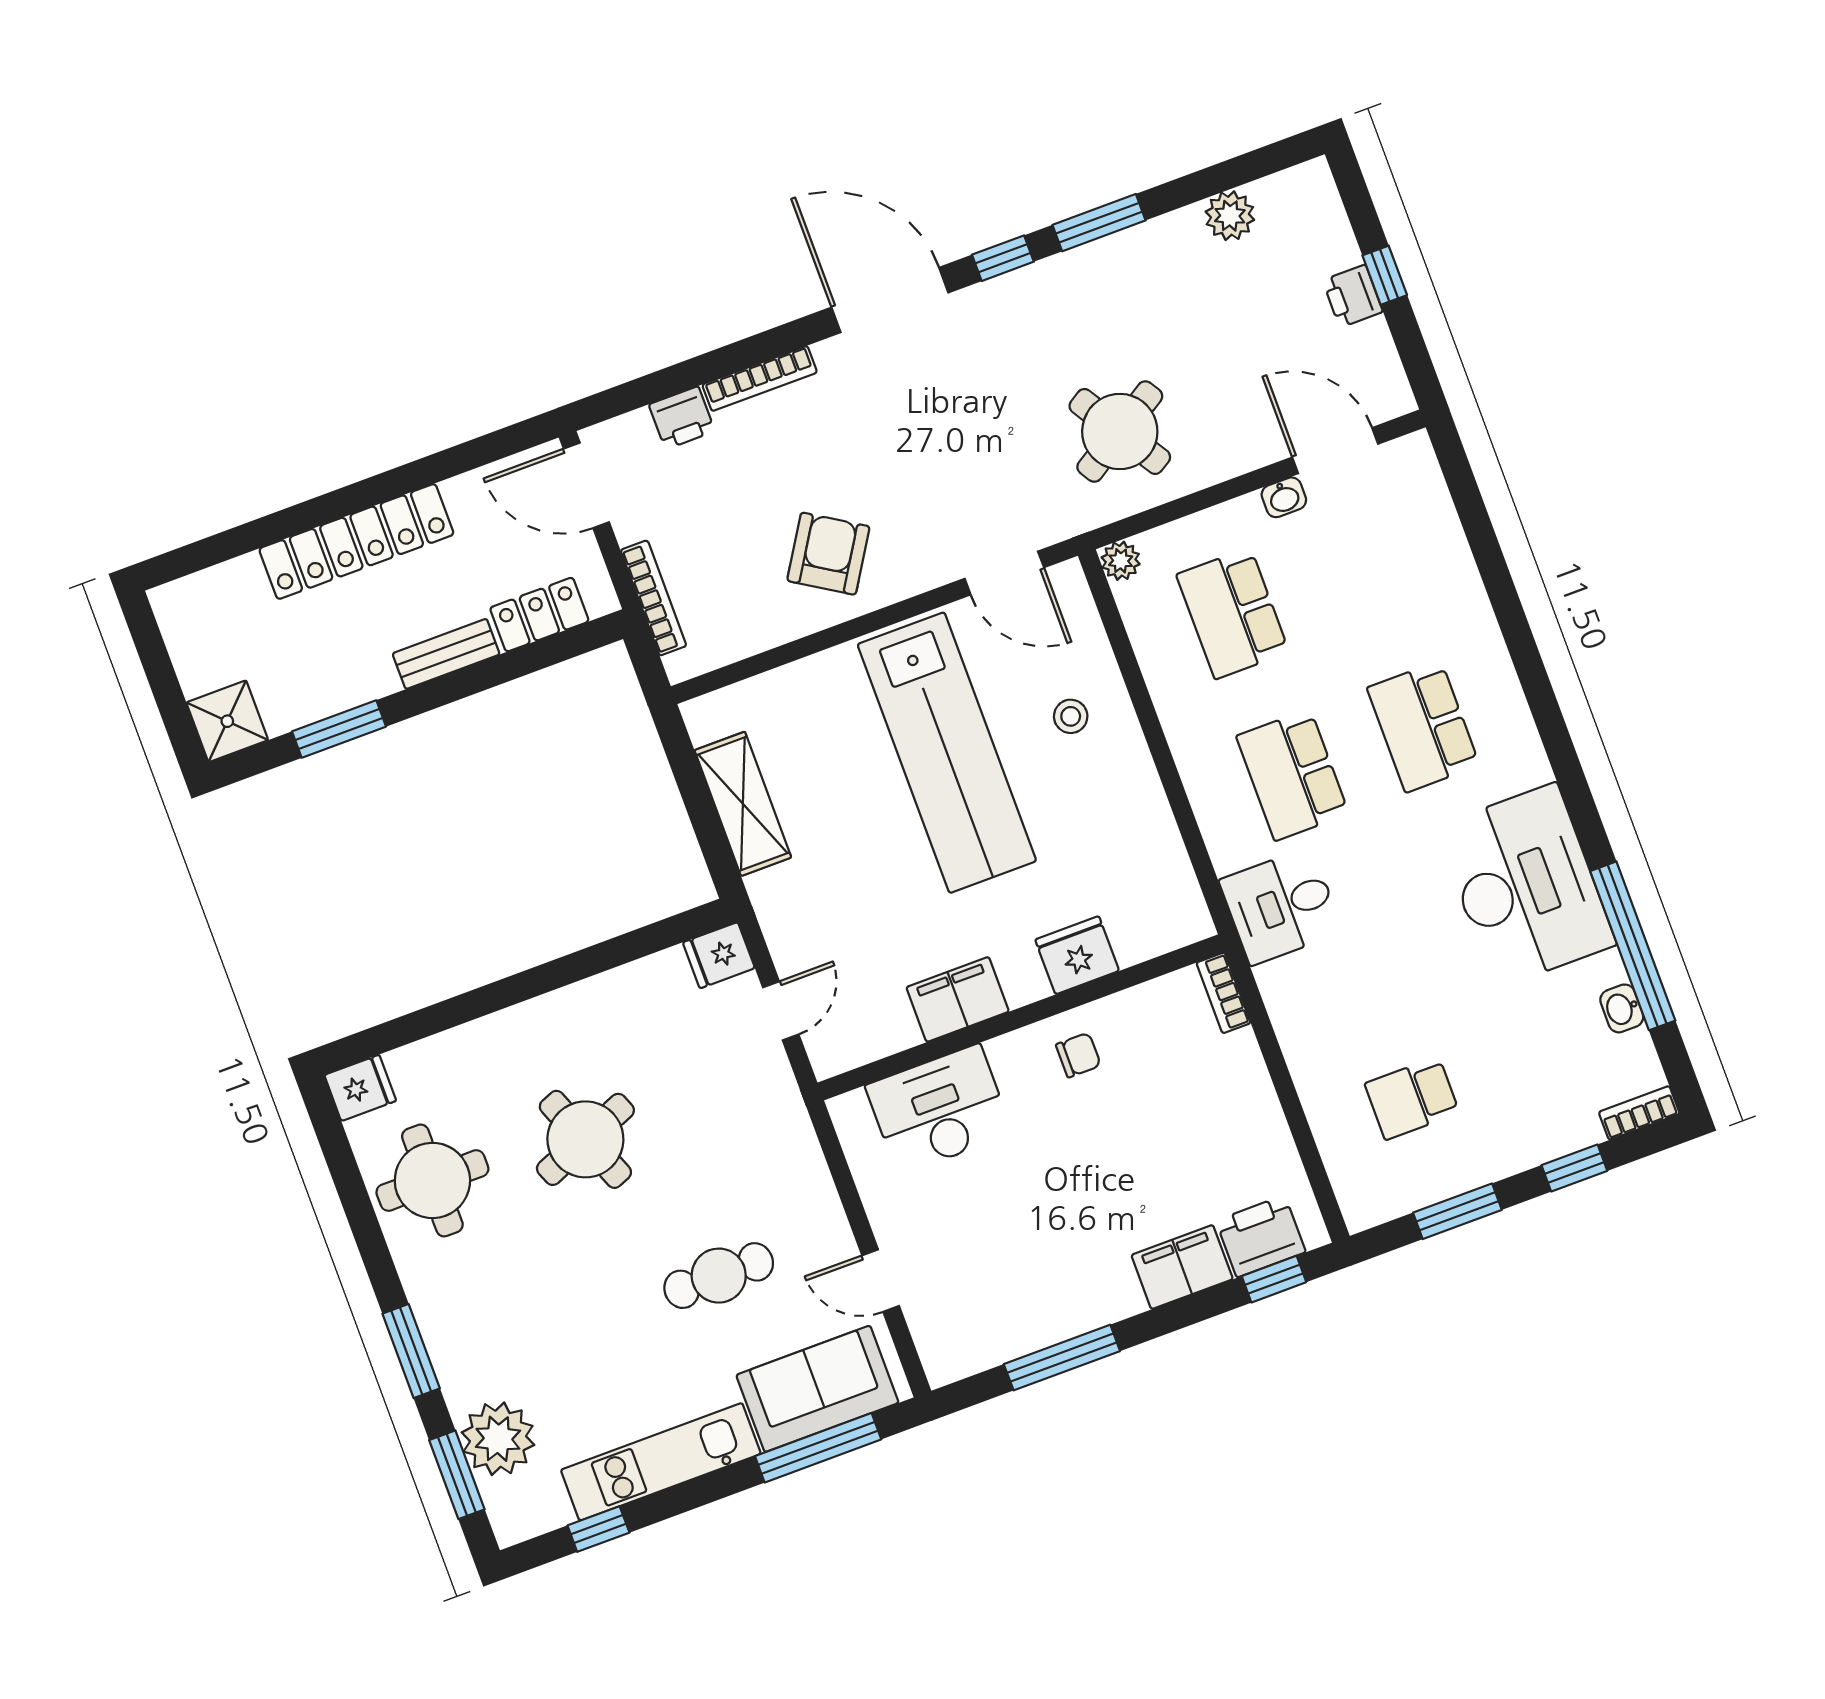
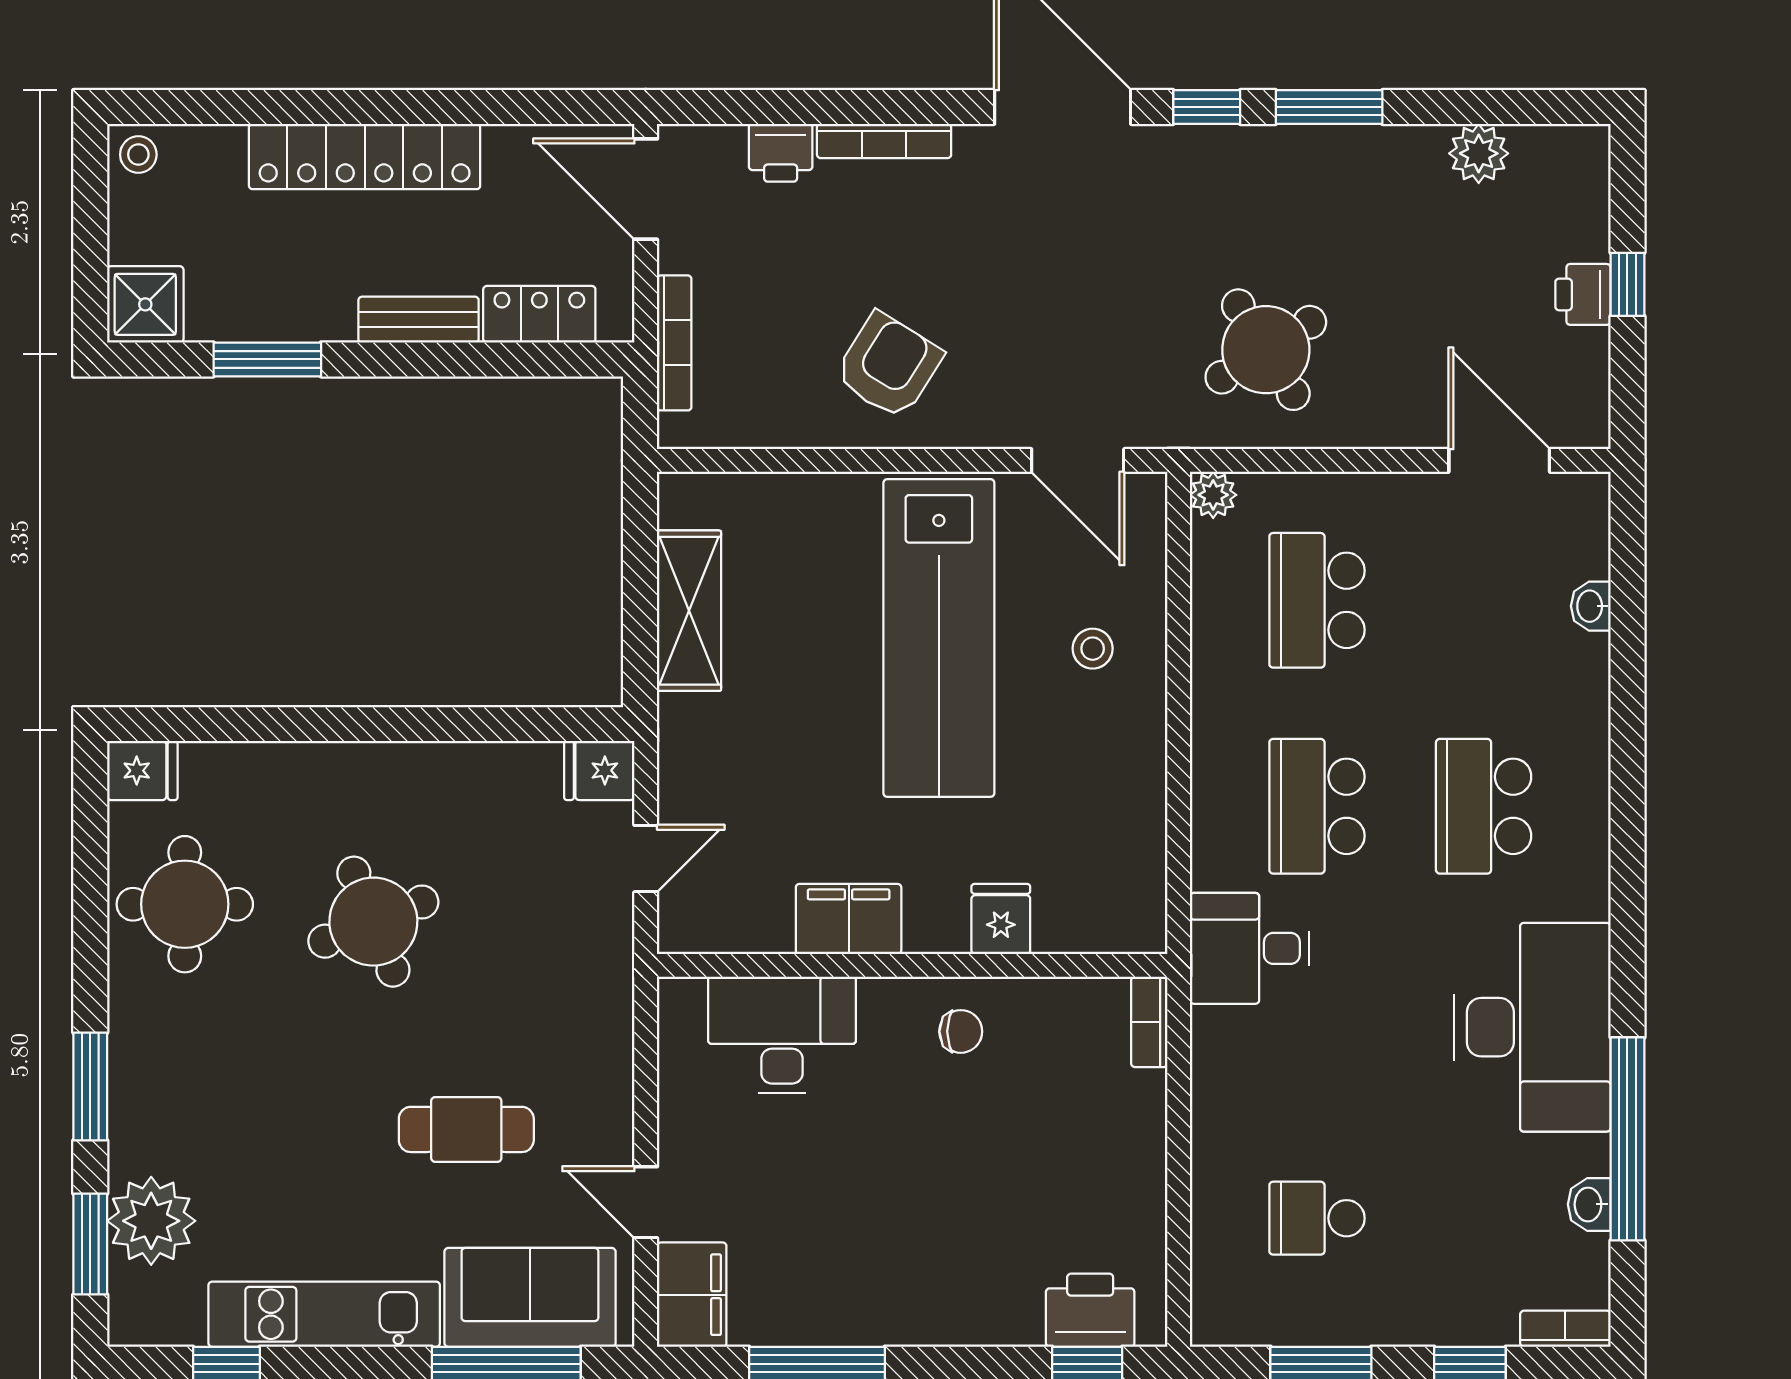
washbasin: (1284, 497) -> (1591, 606), moved, turned 90
stool: (178, 606) -> (138, 155), added
fridge: (1077, 955) -> (1001, 919), width x0.72
filing cabinet: (1182, 1267) -> (692, 1295), moved, turned 90

